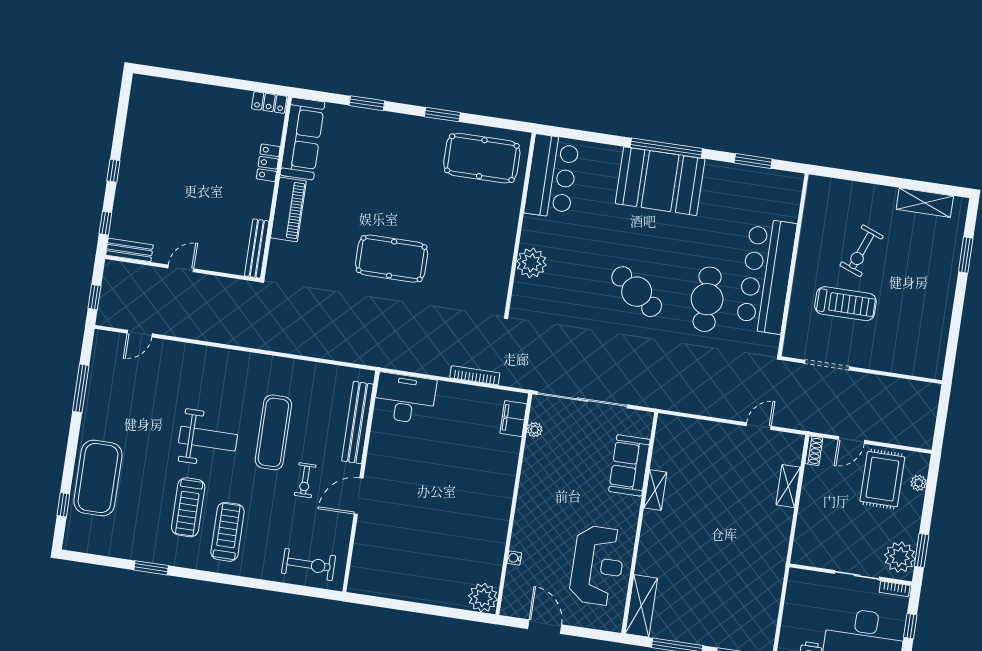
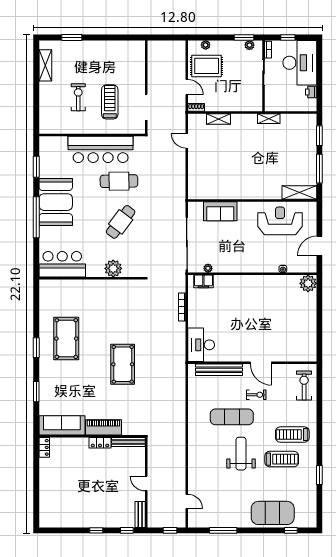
pool table: (482, 158) -> (66, 339), moved
locker: (268, 163) -> (100, 443), moved
bar counter: (552, 176) -> (62, 264), moved
booth: (660, 181) -> (56, 202), moved
wall: (520, 224) -> (92, 278), moved
exercise bike: (861, 251) -> (78, 97), turned -111
plant: (531, 263) -> (113, 268), moved
shelving: (655, 490) -> (269, 119), moved
plant: (900, 557) -> (249, 45), width x0.53, depth x0.53

